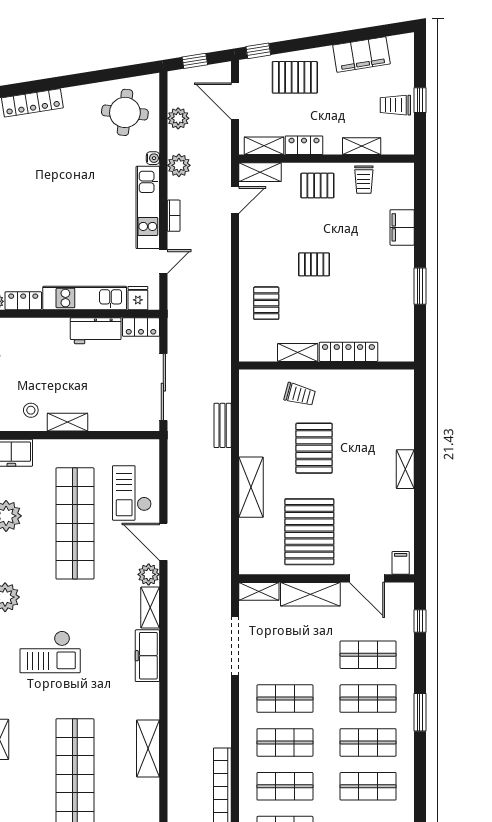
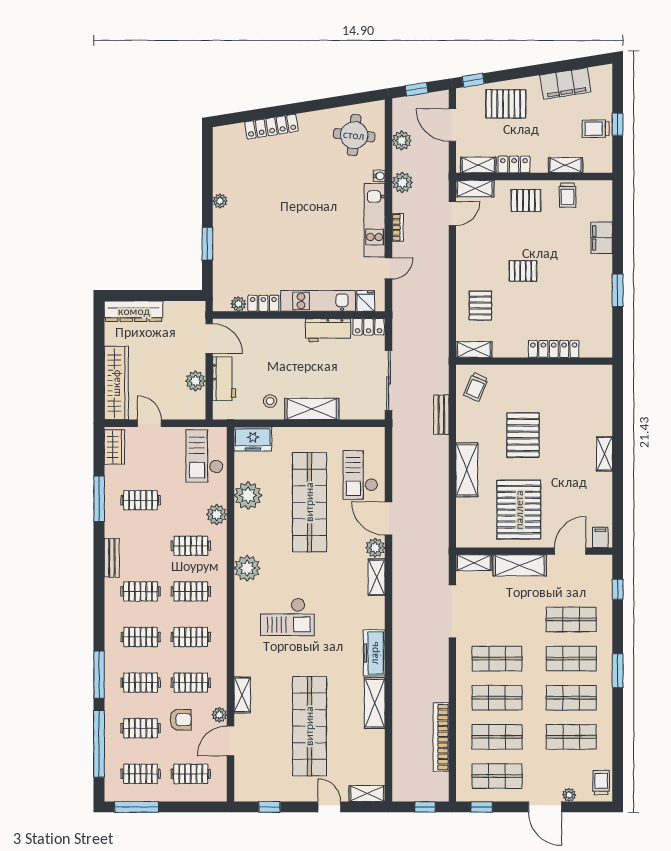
shelving: (298, 352) -> (474, 350), moved
trolley: (300, 395) -> (476, 387), moved, turned 98
shelving: (67, 422) -> (312, 409), width x1.50, depth x1.33
door: (367, 578) -> (570, 551), swing flipped
freezer: (147, 656) -> (374, 653), moved

